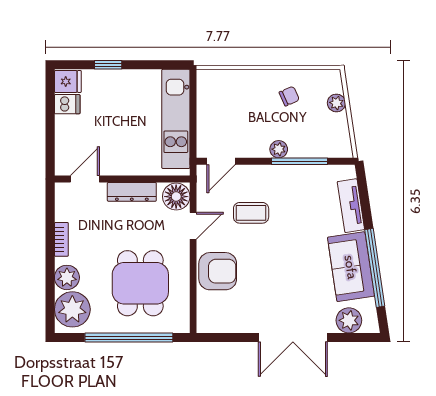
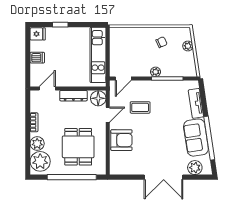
dishwasher: (67, 104) -> (37, 58), moved

